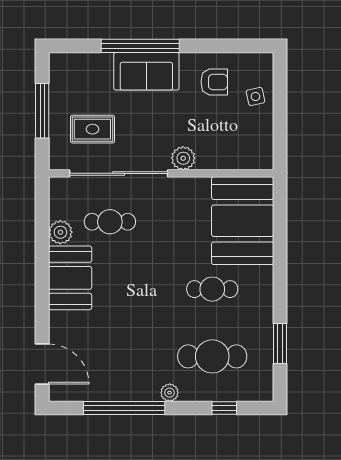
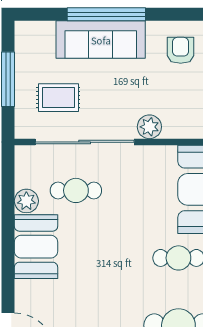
sofa: (146, 71) -> (101, 40), width x1.36
armchair: (214, 82) -> (181, 50), turned -90

